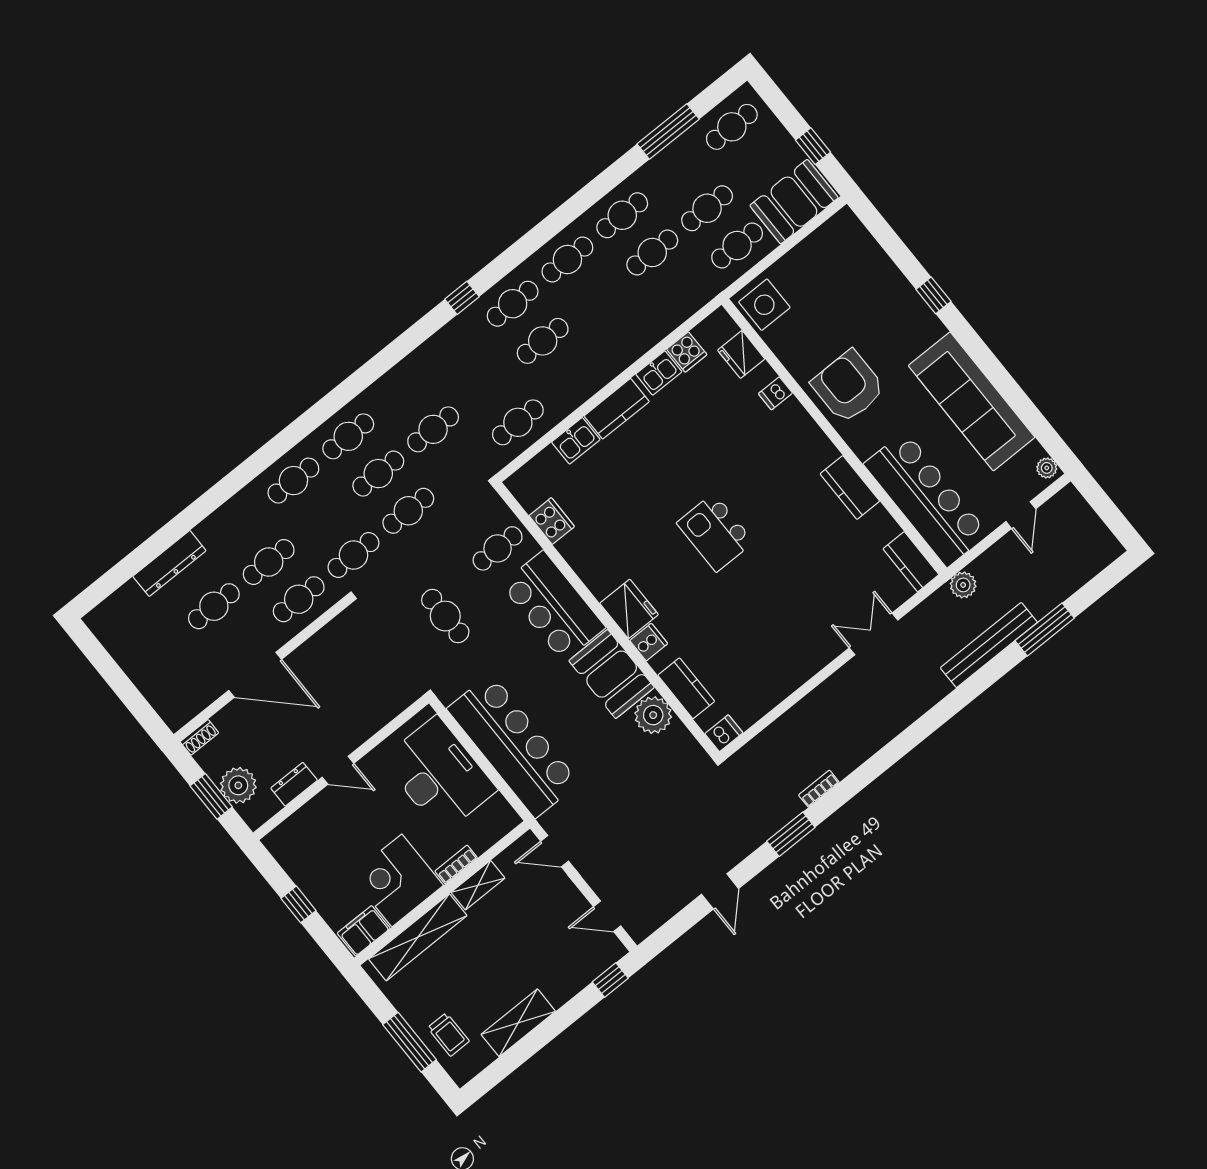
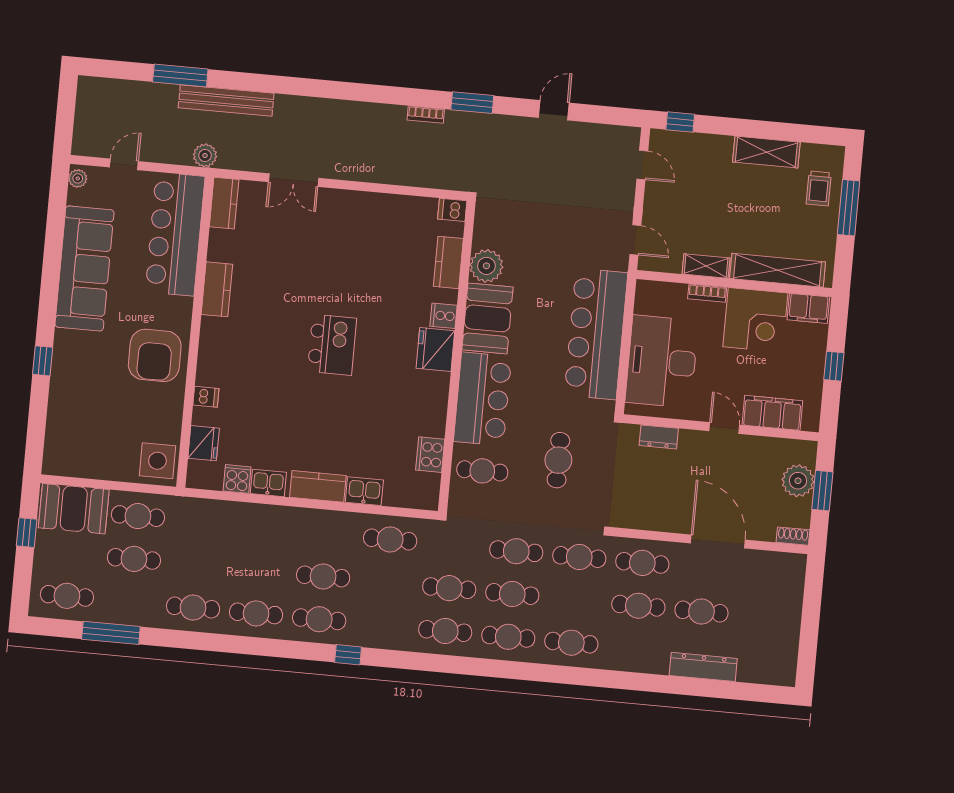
cafe table: (652, 252) -> (445, 631), moved
dresser: (294, 784) -> (659, 437), moved
filing cabinet: (311, 820) -> (772, 413), added
trolley: (448, 1034) -> (819, 188), turned 180

